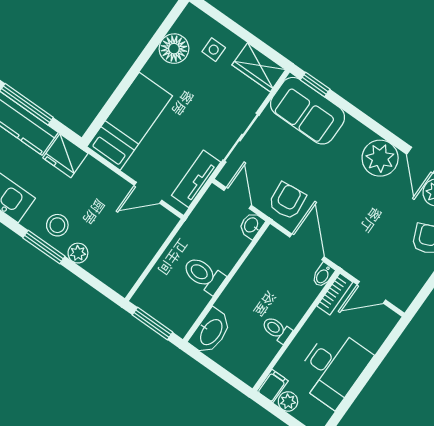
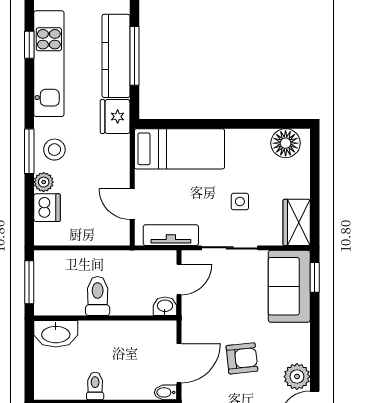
floor lamp: (174, 49) -> (286, 143), moved
side table: (214, 50) -> (240, 202), moved
plant: (380, 158) -> (297, 377), width x0.73, depth x0.73
armchair: (287, 201) -> (242, 358), moved
dishwasher: (101, 265) -> (47, 208), added

